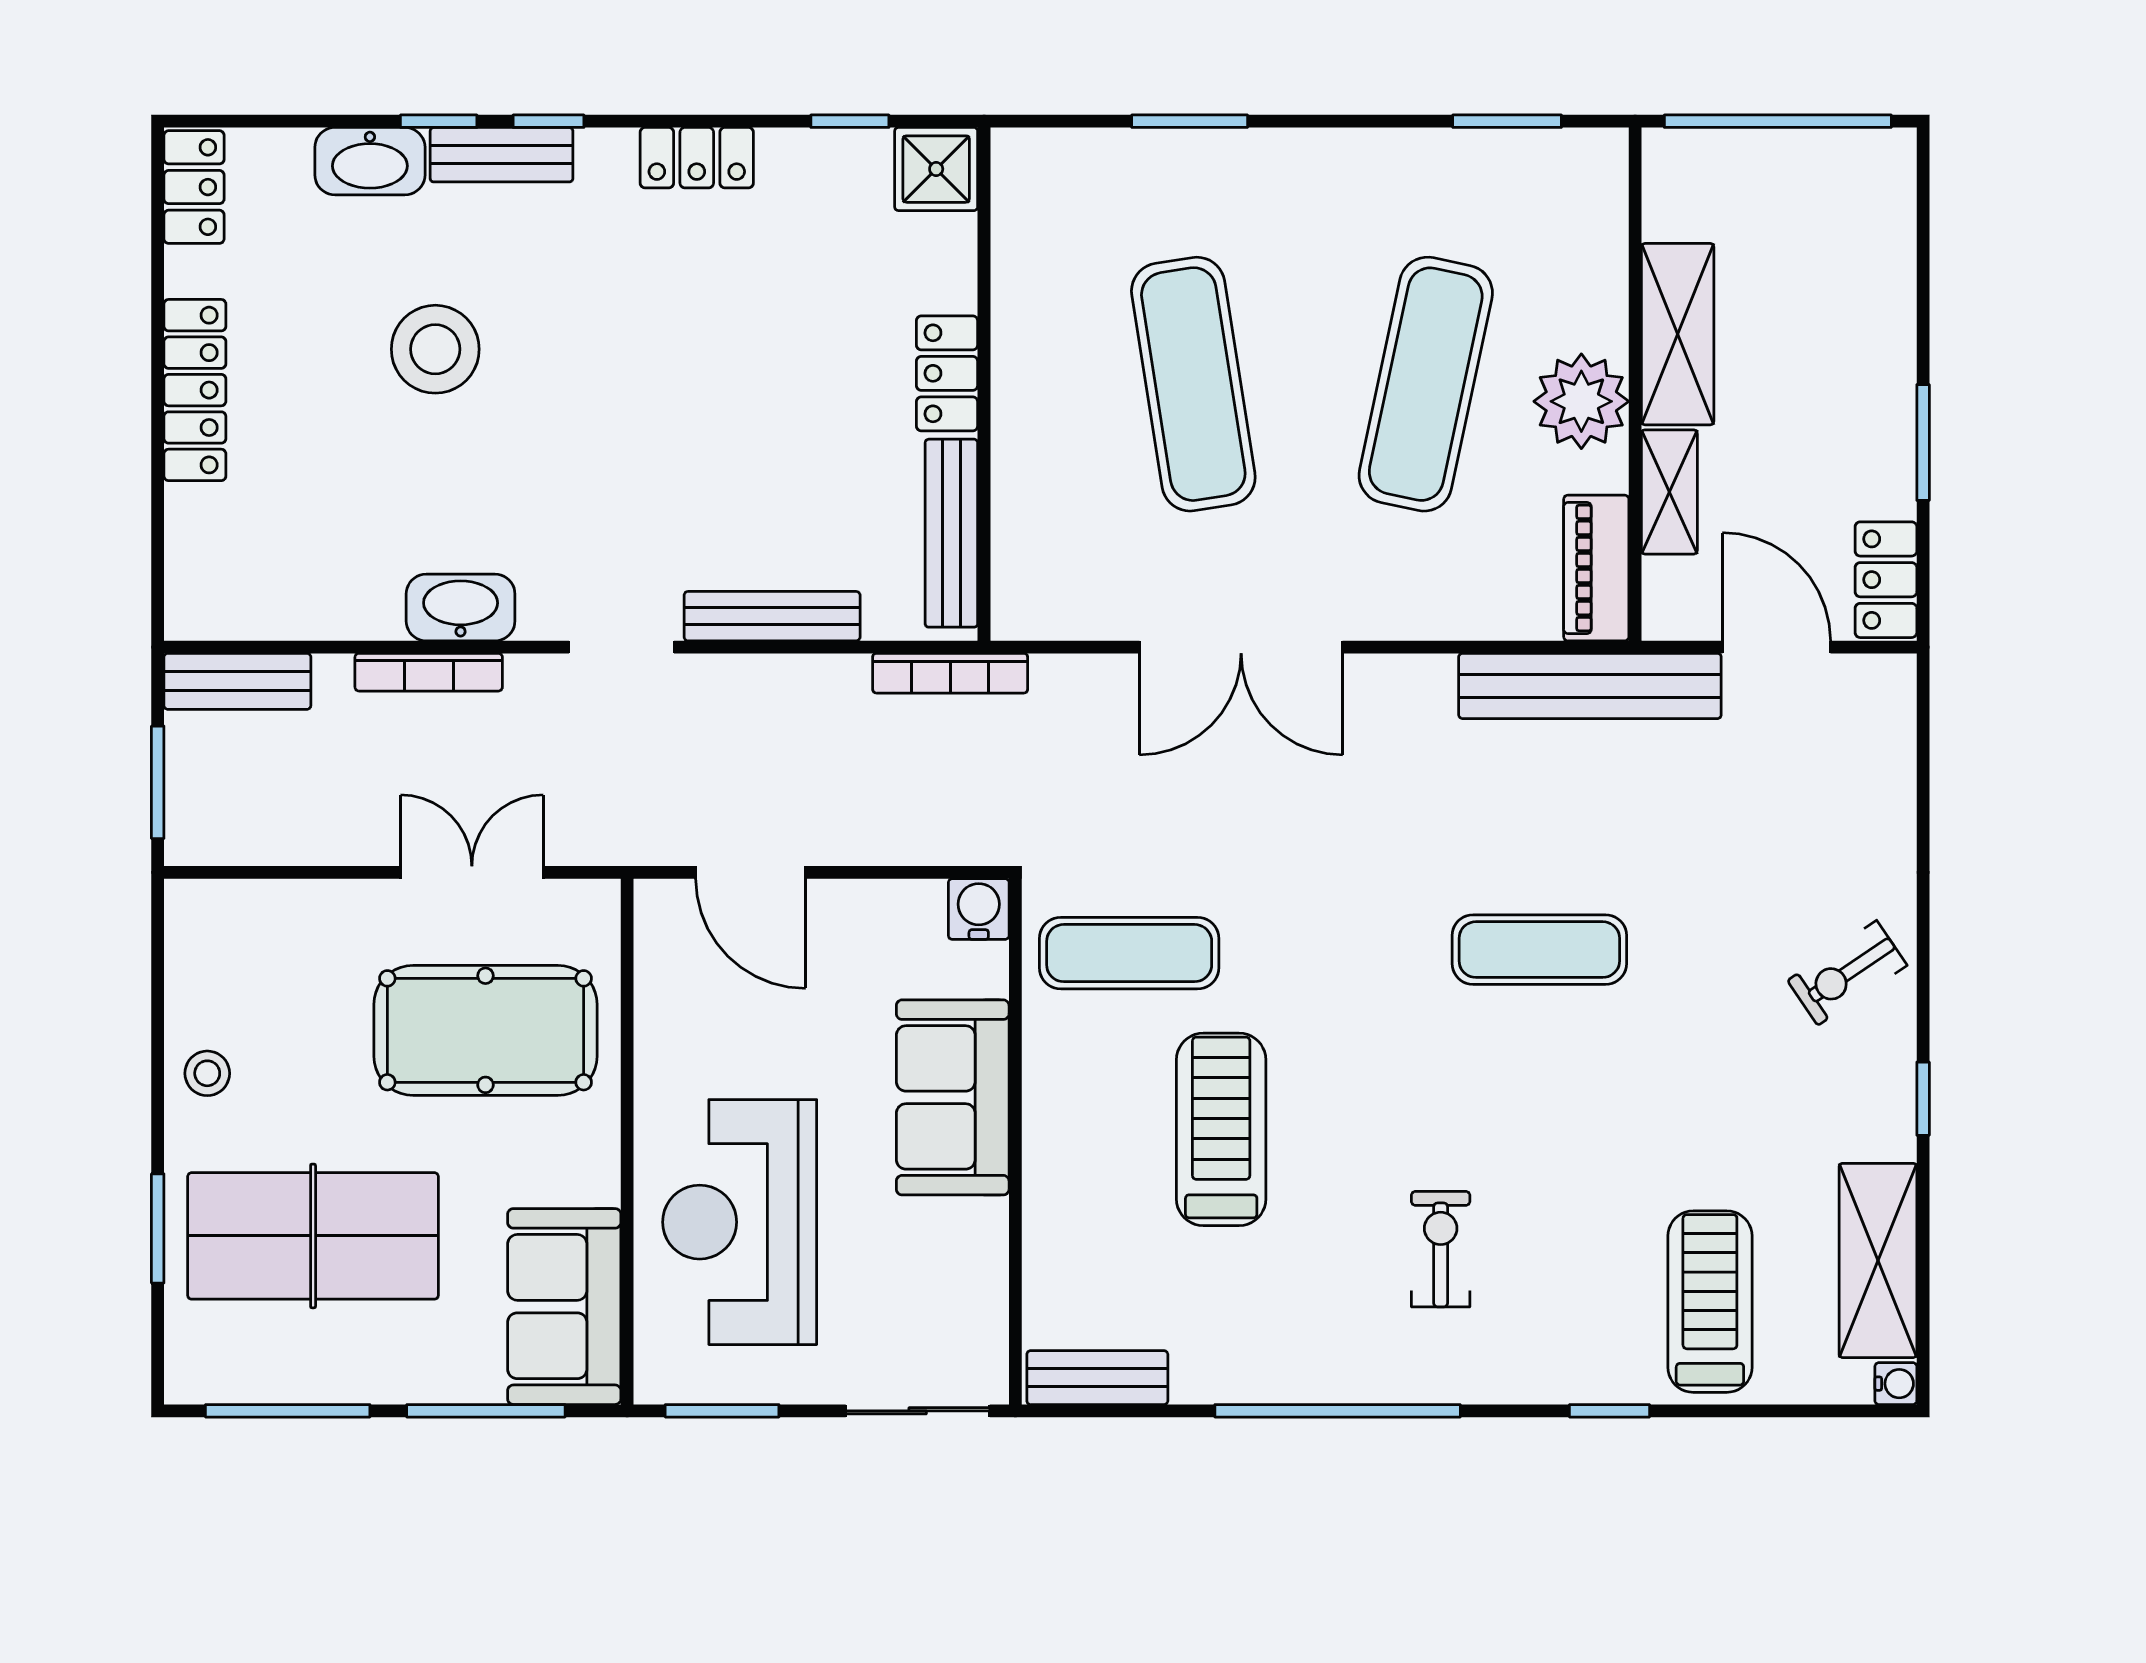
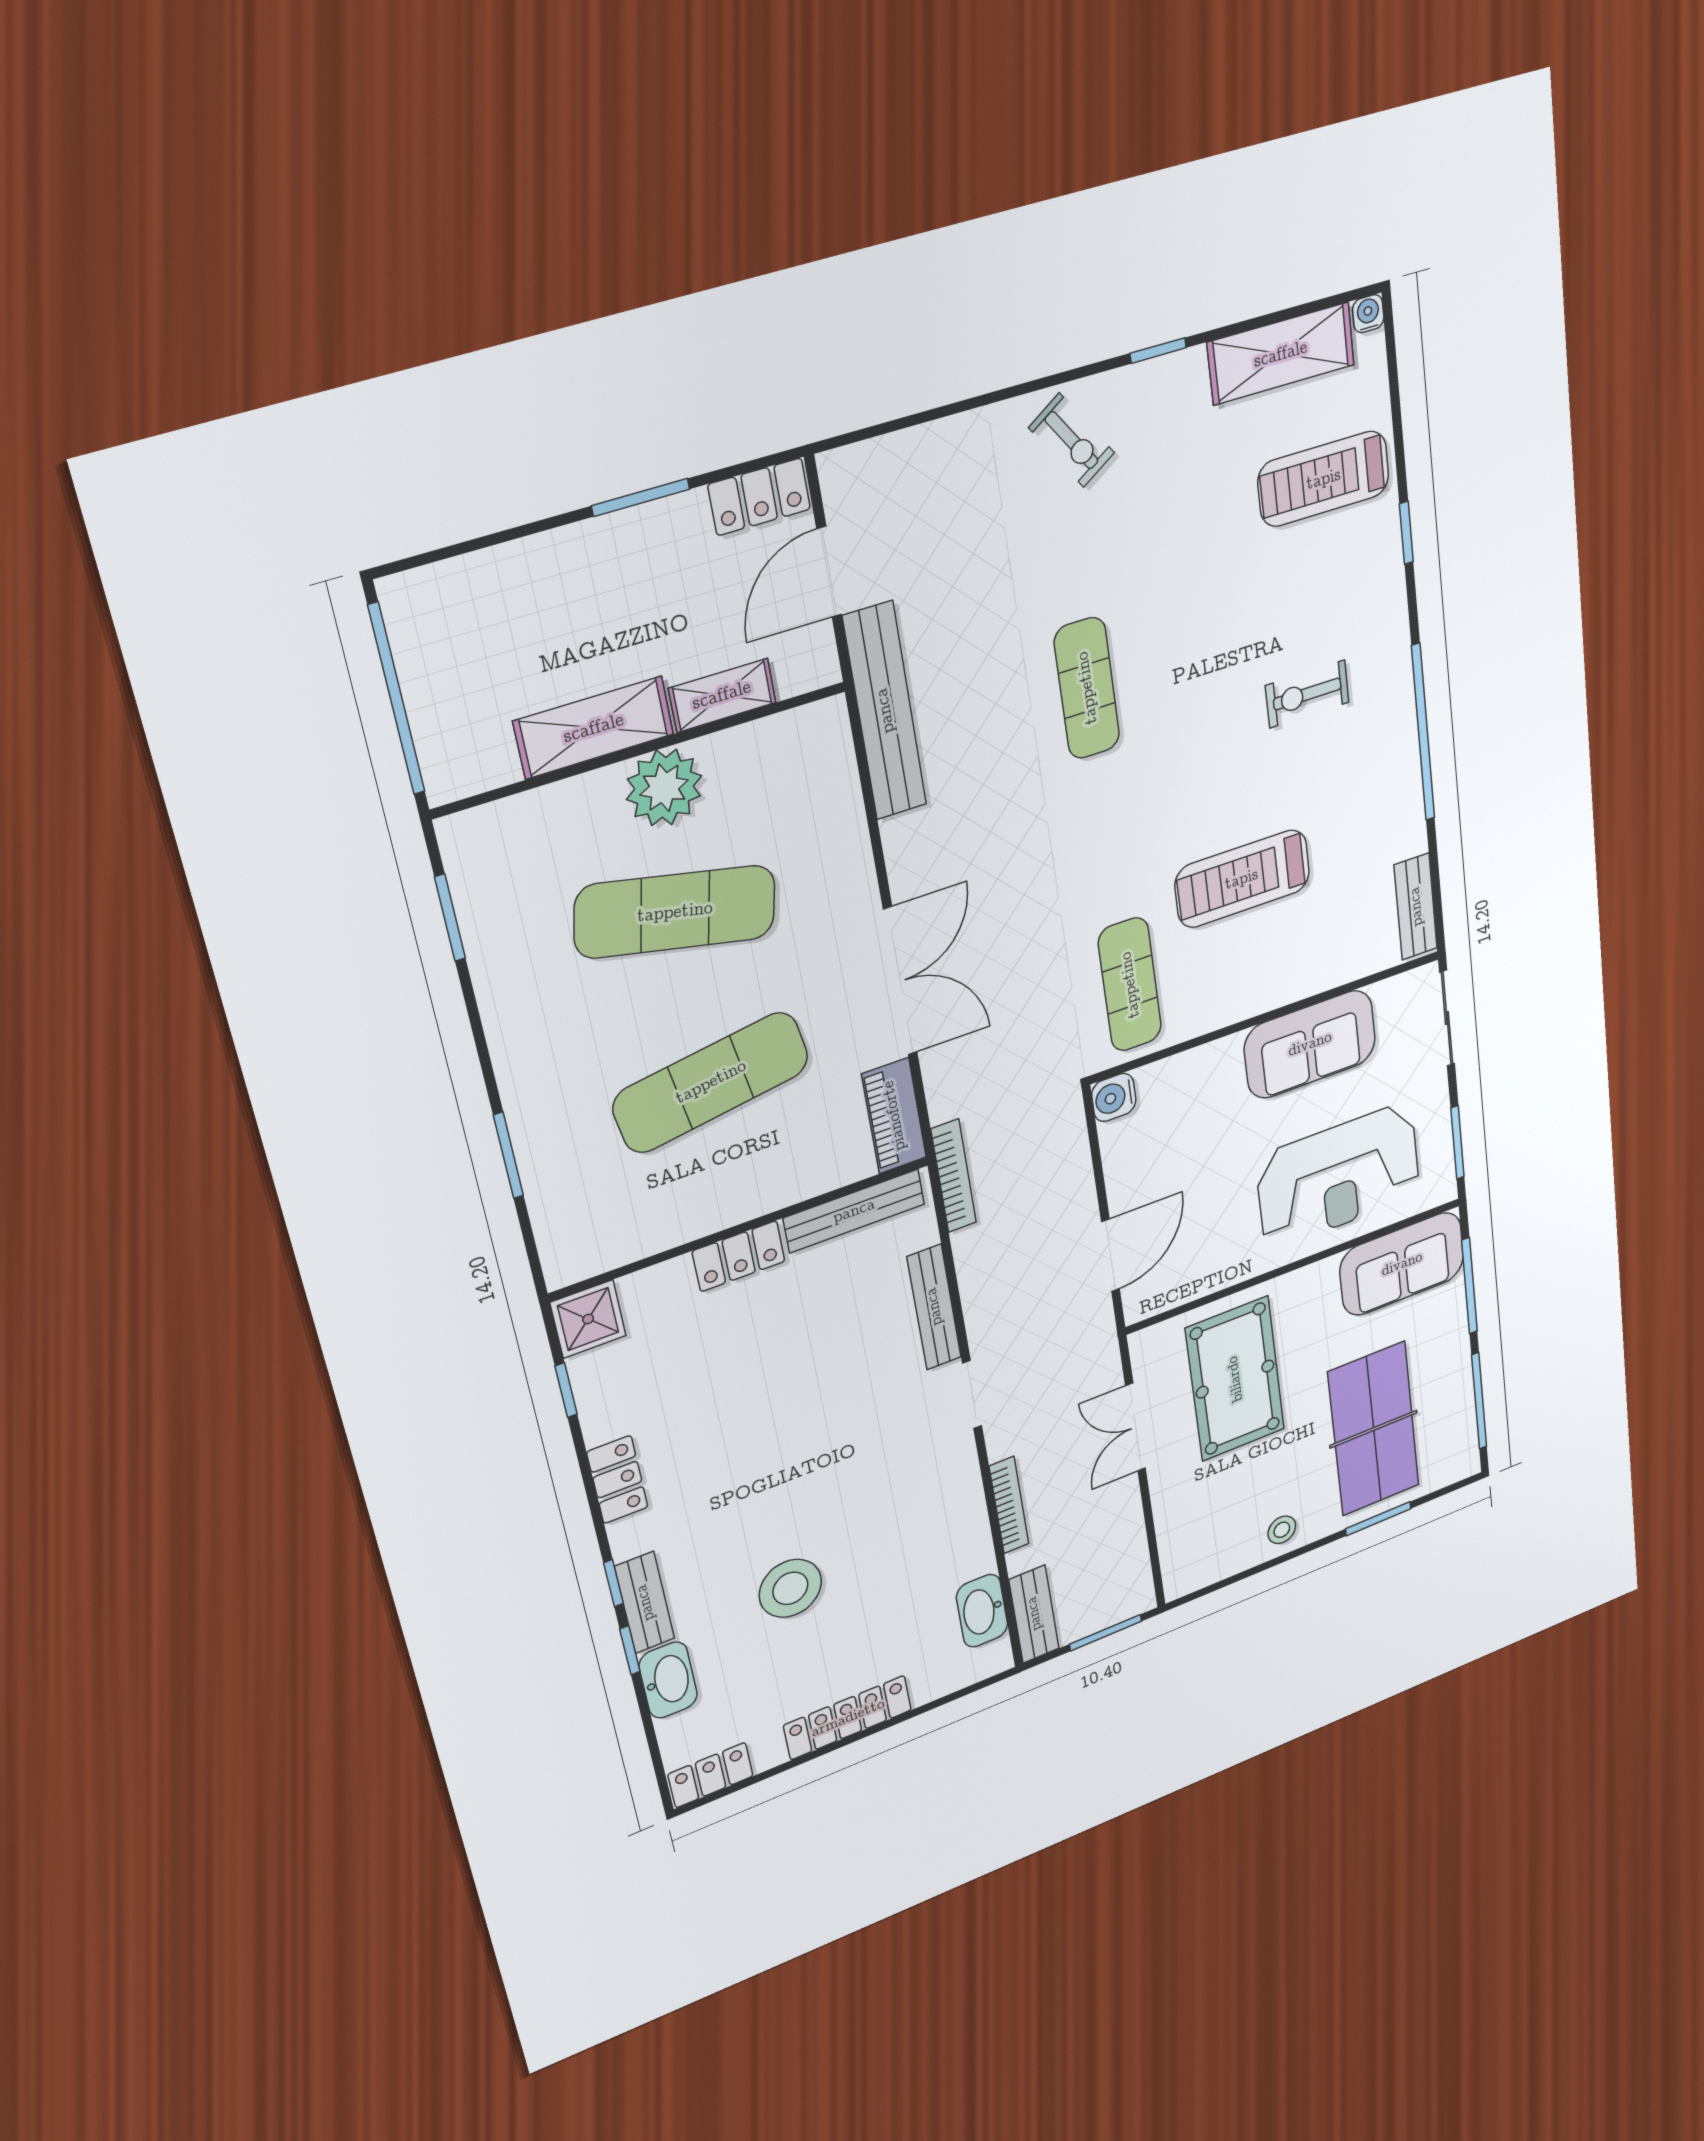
piano: (1596, 568) -> (894, 1116), moved, turned 90
washbasin: (461, 608) -> (982, 1611), moved
sofa: (953, 1097) -> (1310, 1044), moved

